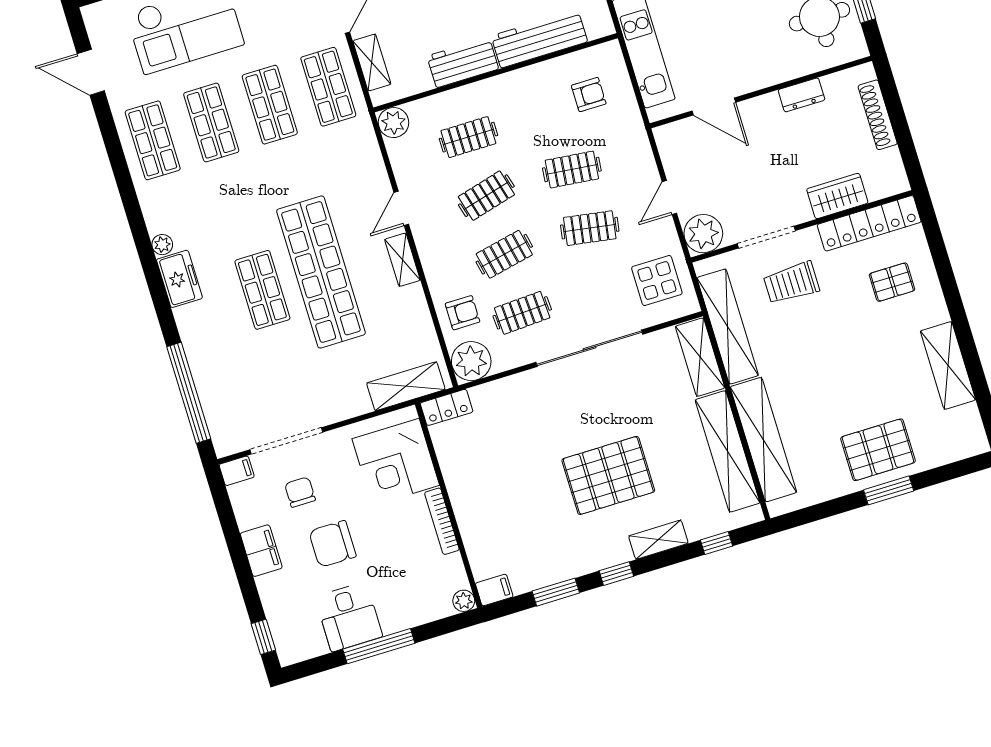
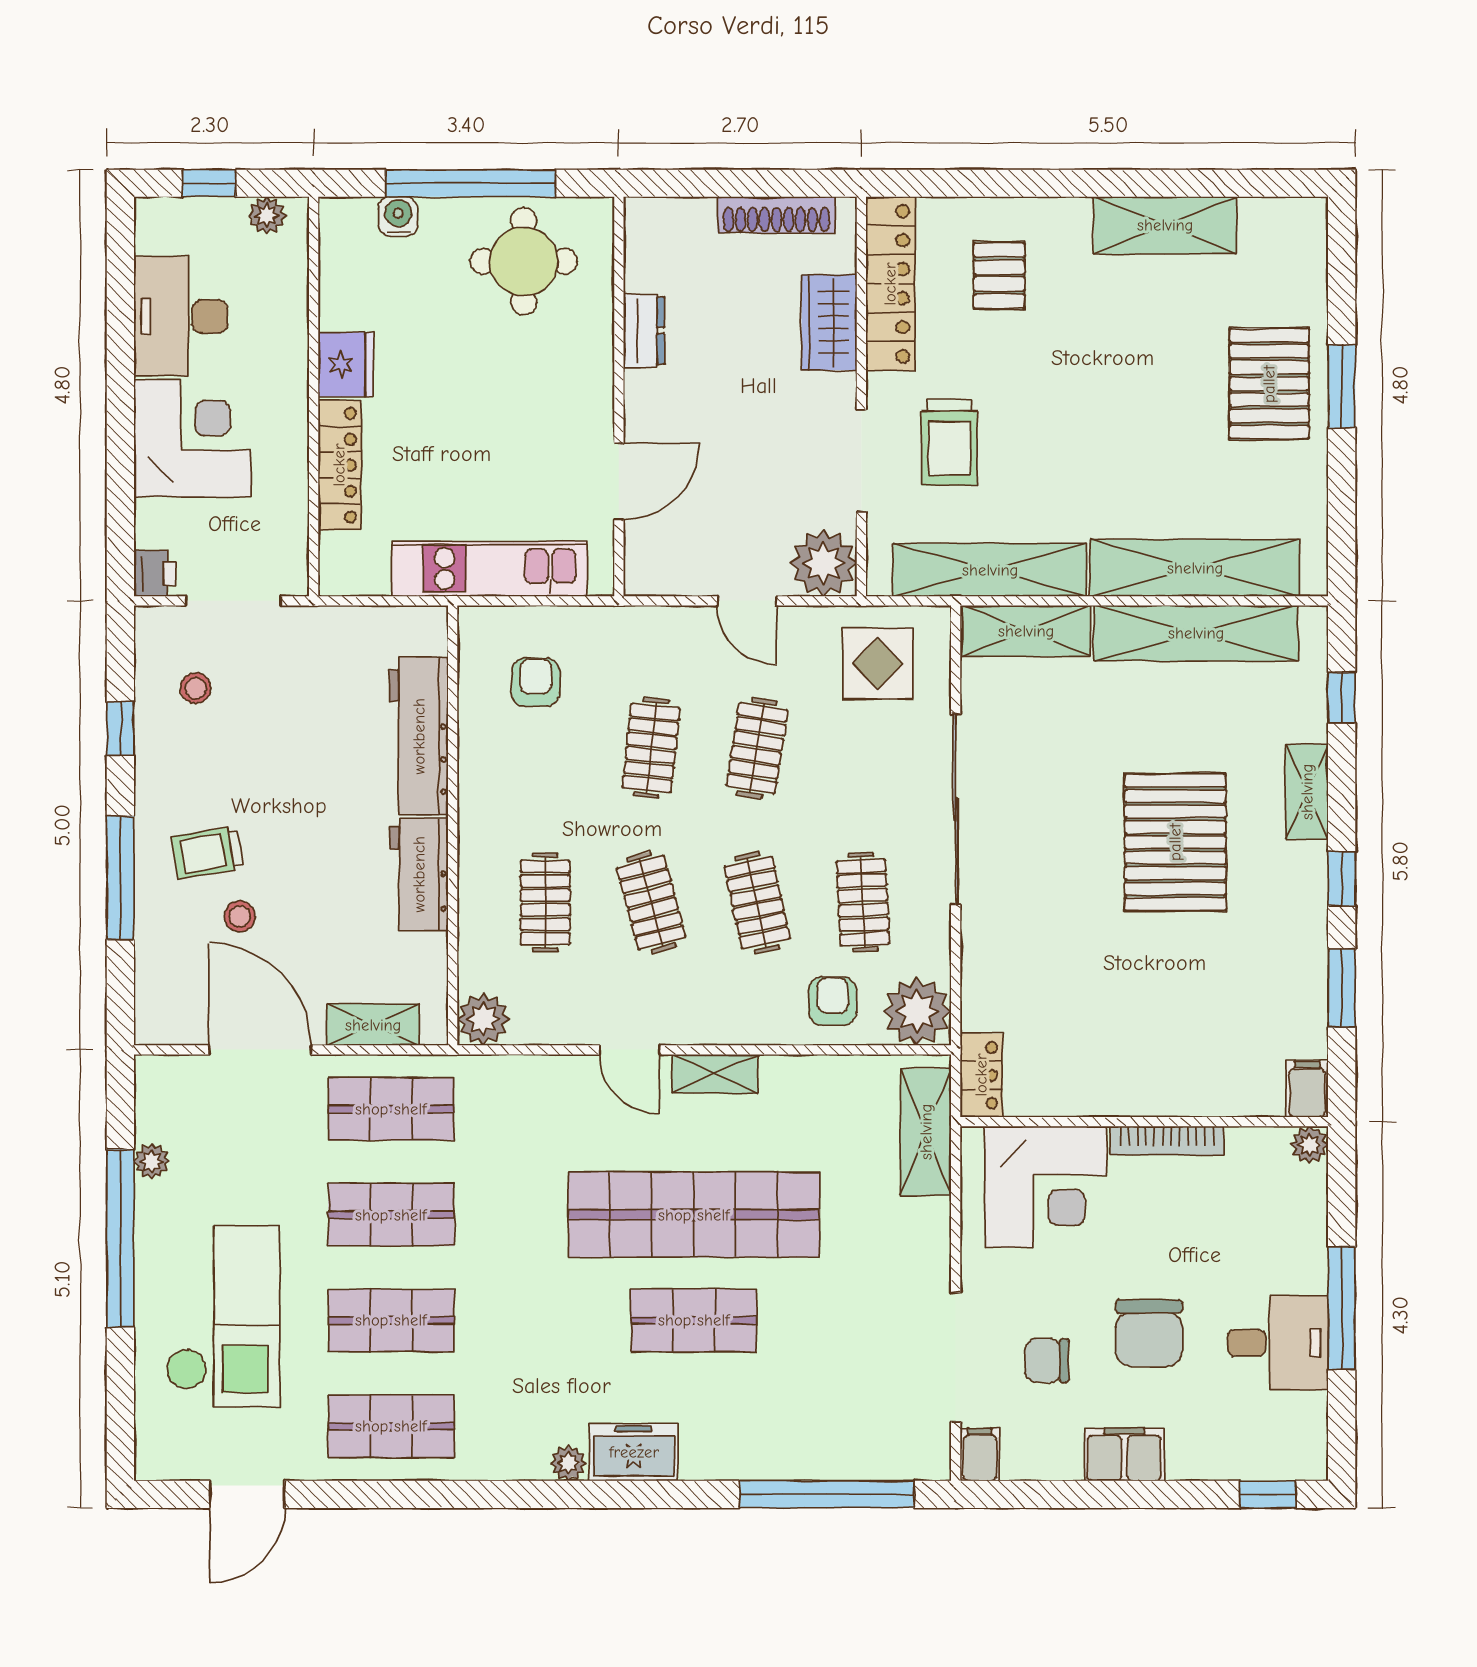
shoe rack: (878, 115) -> (776, 215), moved

